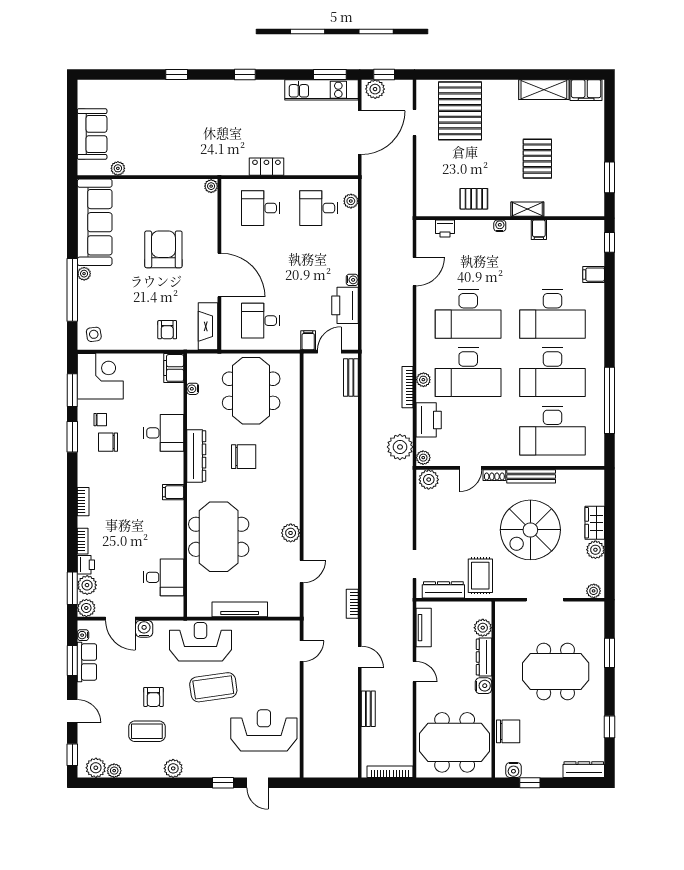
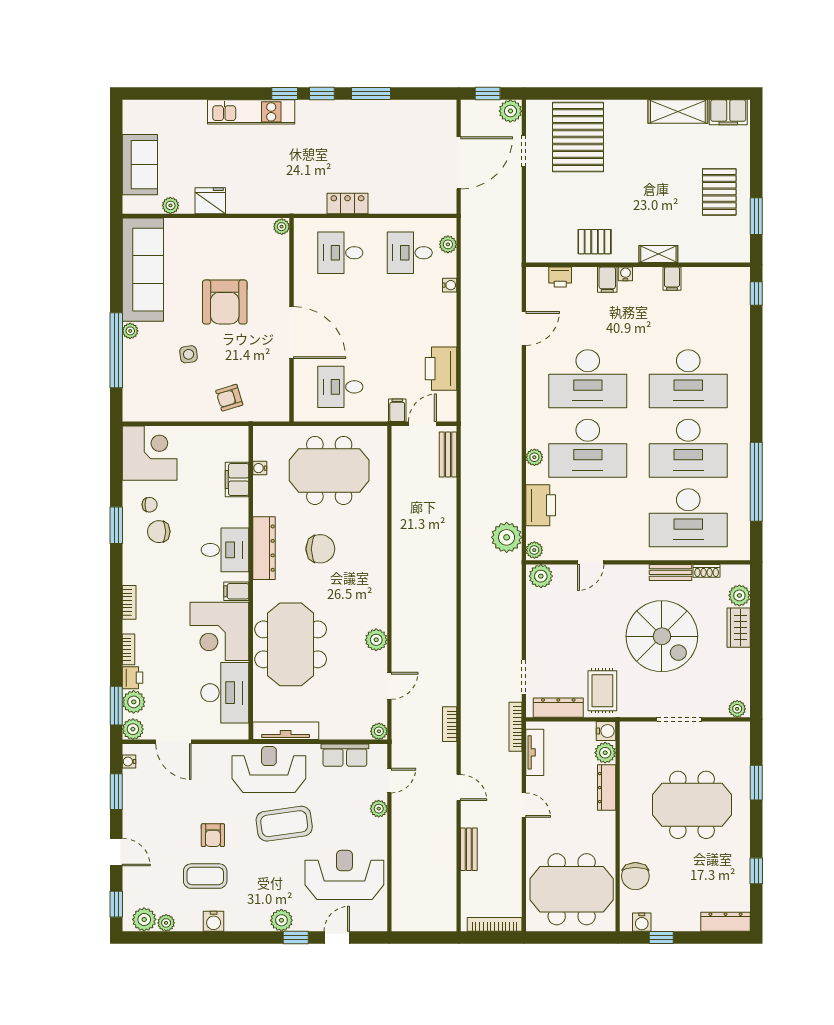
window: (177, 74) -> (285, 94), moved
window: (330, 74) -> (371, 94), moved
plant: (375, 89) -> (510, 111), moved
kitchen unit: (322, 90) -> (251, 112), moved
pallet: (537, 159) -> (719, 192), moved
fridge: (151, 164) -> (210, 201), added
armchair: (163, 249) -> (225, 302), turned 180
filing cabinet: (594, 275) -> (607, 280), moved, turned -90
water cooler: (352, 280) -> (450, 285), moved
fireplace: (208, 326) -> (278, 394), removed
armchair: (167, 330) -> (229, 398), turned 73
side table: (94, 334) -> (189, 354), moved
filing cabinet: (174, 368) -> (237, 480), moved
bookcase: (407, 387) -> (515, 727), moved
window: (72, 390) -> (116, 470), removed
meeting table: (251, 391) -> (329, 470), turned 90
desk: (164, 433) -> (225, 550), moved
shoe rack: (494, 475) -> (707, 571), moved
bench: (531, 476) -> (670, 572), width x0.73
corner desk: (159, 526) -> (219, 631), added
spiral stairs: (530, 530) -> (662, 636), turned -90
plant: (595, 550) -> (739, 595), moved
desk: (163, 577) -> (225, 693), width x1.37
tv unit: (240, 609) -> (286, 731), moved
plant: (293, 610) -> (379, 731), added
water cooler: (144, 629) -> (214, 921), moved, turned 180
row of seats: (87, 662) -> (345, 755), moved, turned 90
plant: (293, 675) -> (379, 809), added
water cooler: (483, 686) -> (606, 731), moved
chair: (508, 731) -> (635, 876), turned 90
plant: (173, 768) -> (281, 920), moved
door: (257, 783) -> (337, 937), swing flipped

